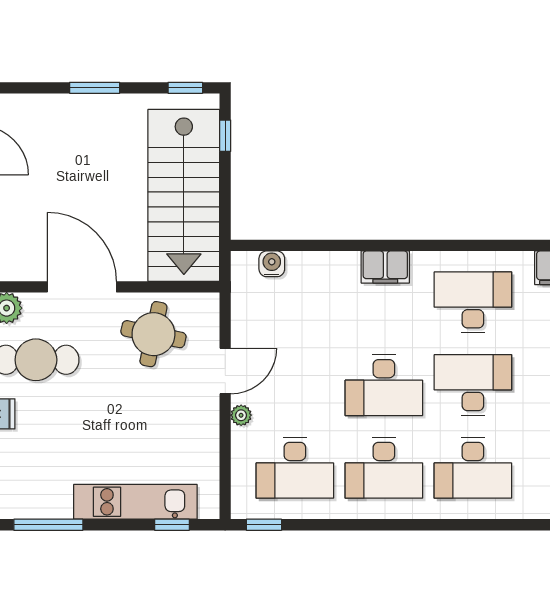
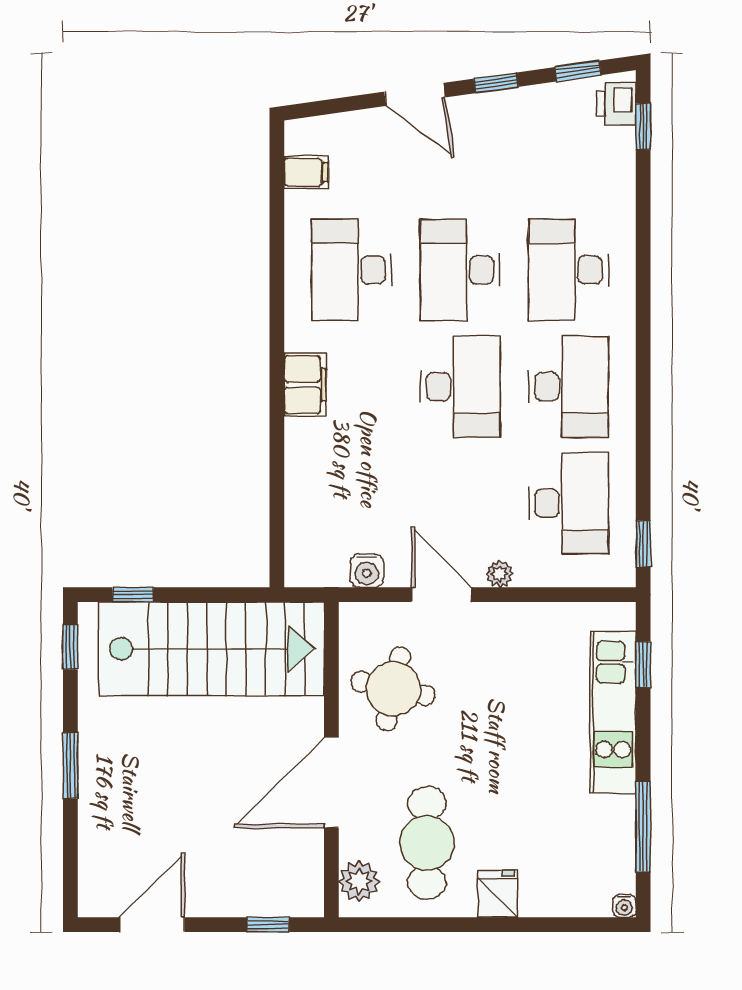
water cooler: (272, 264) -> (367, 571), moved, turned -90
desk: (473, 468) -> (569, 270), turned 180

